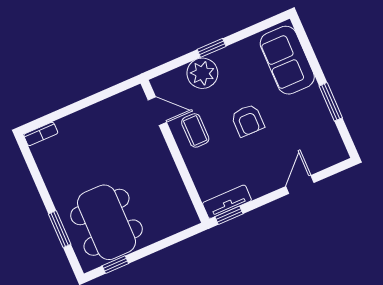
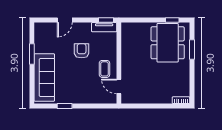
window: (212, 48) -> (65, 106), moved
sofa: (287, 60) -> (44, 78), width x1.36
plant: (202, 73) -> (89, 95), removed
armchair: (248, 120) -> (82, 51), moved

